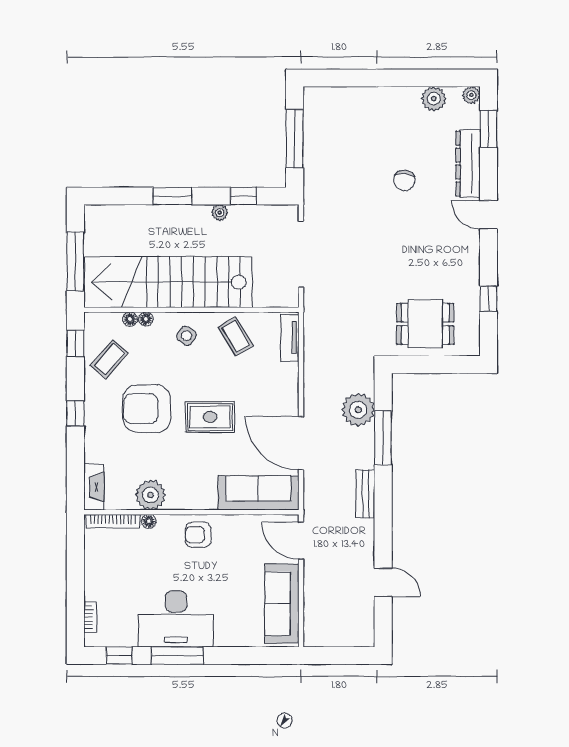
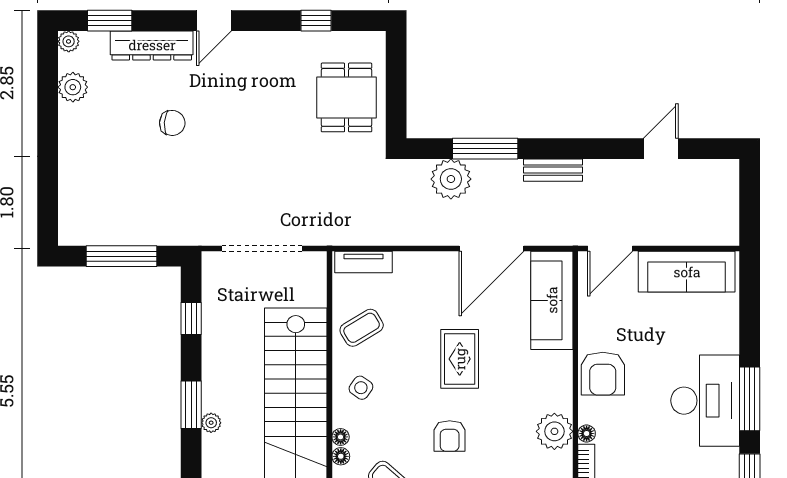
plant: (220, 212) -> (211, 423), moved
armchair: (147, 409) -> (450, 436), width x0.53, depth x0.53
armchair: (198, 535) -> (603, 374), width x1.38, depth x1.38

